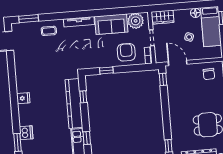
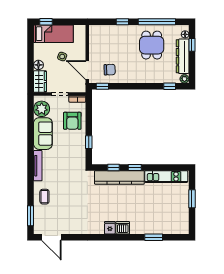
floor lamp: (195, 13) -> (38, 65), moved
armchair: (126, 52) -> (72, 121), turned -90
door: (178, 63) -> (87, 70), hinge flipped
chair: (209, 74) -> (110, 70), moved
dishwasher: (26, 133) -> (123, 228), moved
window: (87, 138) -> (135, 167), moved

